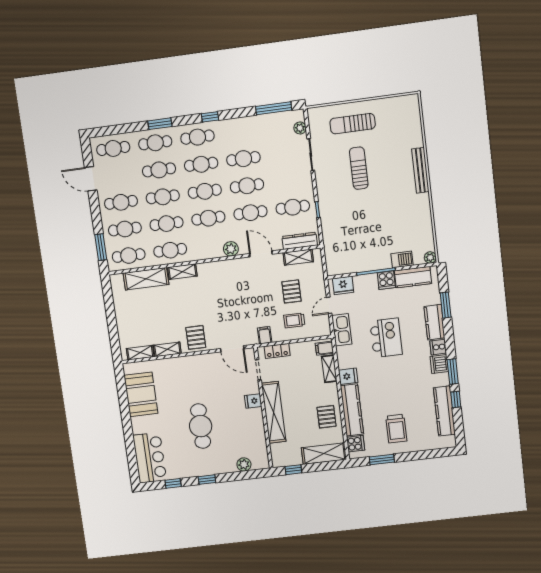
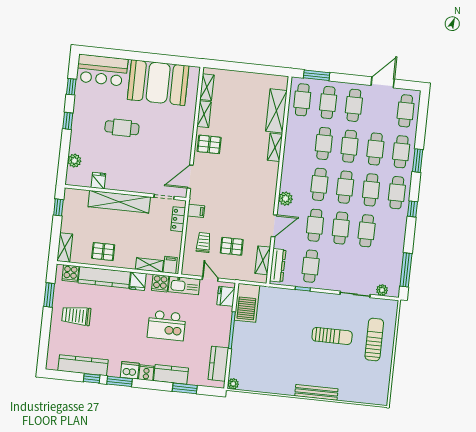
cafe table: (170, 250) -> (298, 141), removed
barbecue: (402, 260) -> (247, 303), moved, width x1.88, depth x1.53
cooker: (386, 280) -> (160, 283), moved, turned -90
booth: (141, 394) -> (158, 83), width x1.36, depth x1.42
fridge: (253, 401) -> (98, 181), moved
cafe table: (201, 426) -> (122, 128), width x0.73, depth x0.74
shelving: (324, 454) -> (65, 248), width x0.67, depth x0.75

